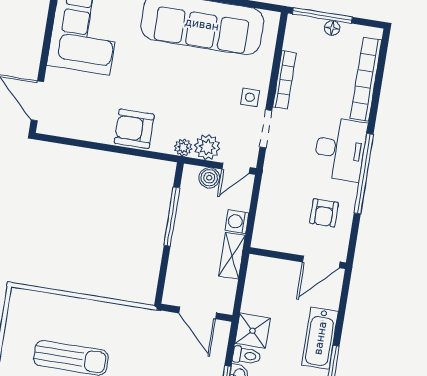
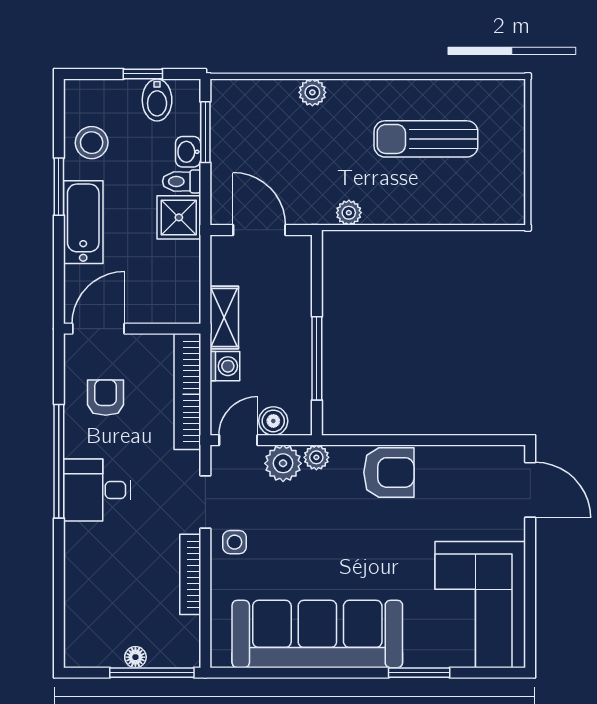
bookcase: (366, 79) -> (187, 391), moved, turned 180
desk: (340, 149) -> (97, 490), width x0.73
plant: (133, 315) -> (349, 213), added

